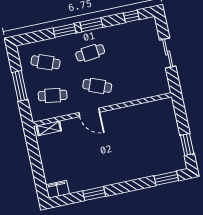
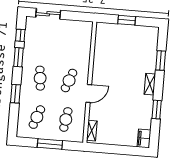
window: (91, 25) -> (18, 57), moved
sliding door: (168, 53) -> (48, 14), moved
window: (187, 145) -> (127, 20), moved
shelving: (120, 177) -> (150, 84), added
window: (166, 178) -> (161, 60), moved

